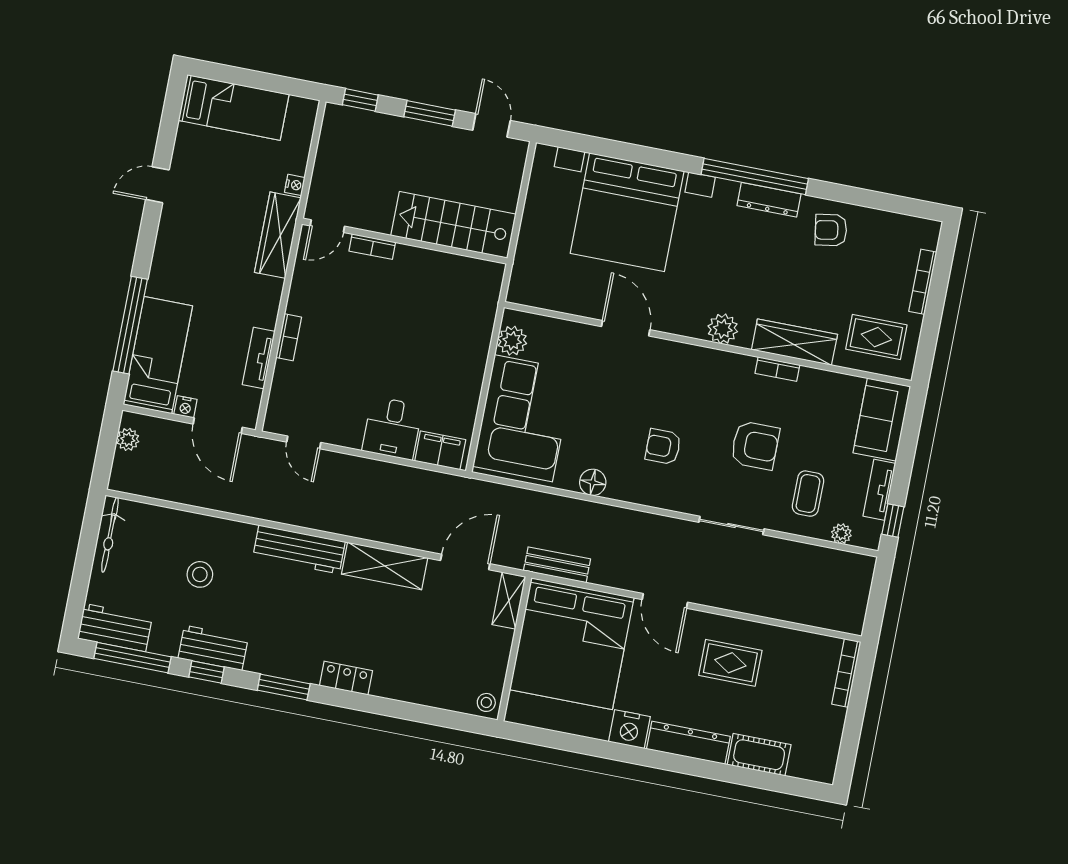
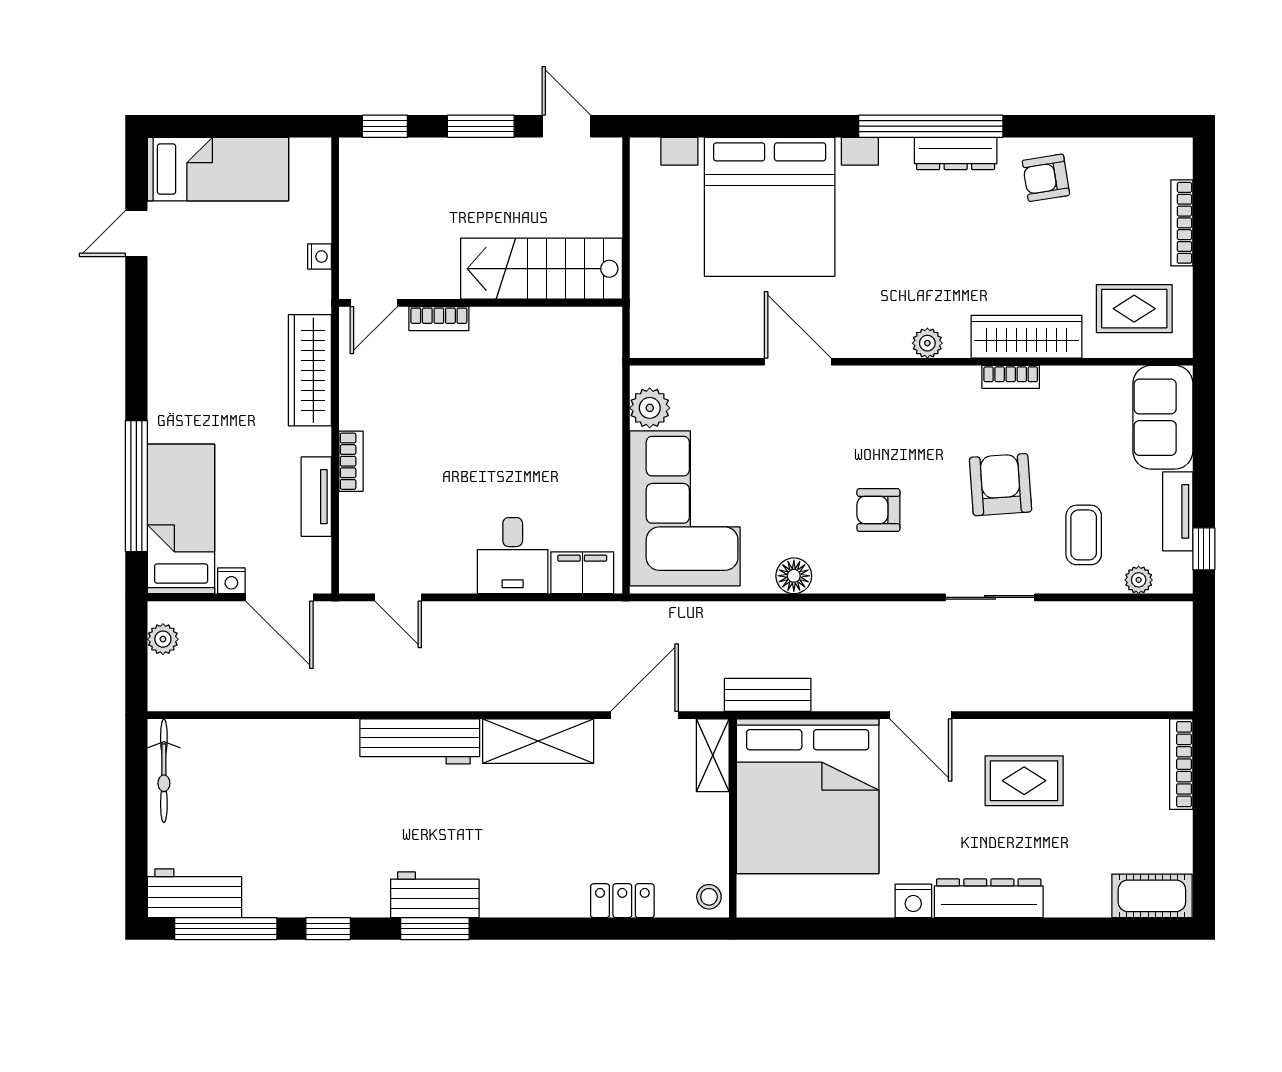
door: (157, 185) -> (136, 234), moved
wardrobe: (278, 235) -> (310, 370), moved
plant: (723, 329) -> (927, 343), width x0.73, depth x0.73
armchair: (755, 445) -> (1001, 485), turned -94
stool: (200, 574) -> (294, 800), removed
workbench: (213, 648) -> (435, 895), moved
locker: (346, 678) -> (622, 901), moved
nightstand: (629, 729) -> (913, 901), width x0.74, depth x0.75
cot: (759, 755) -> (1152, 896), moved

